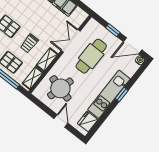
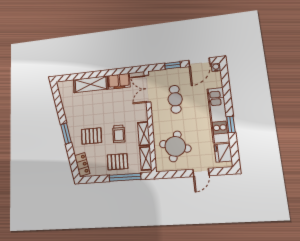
double door: (71, 41) -> (147, 89), moved
cafe table: (91, 56) -> (175, 99), width x0.73, depth x0.74
window: (122, 94) -> (231, 124), moved
door: (61, 121) -> (201, 172), swing flipped

